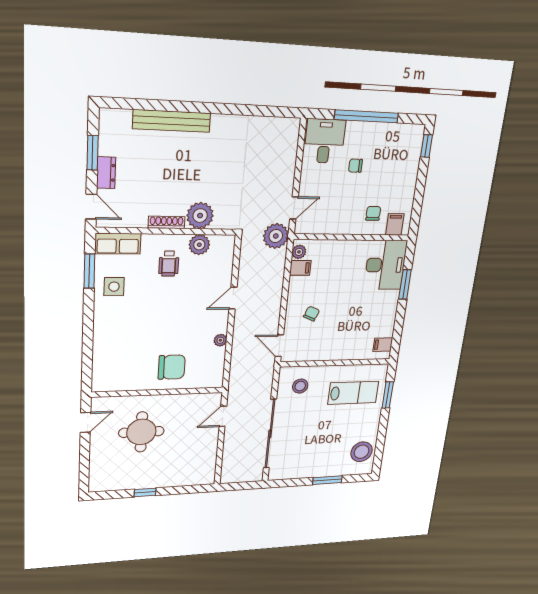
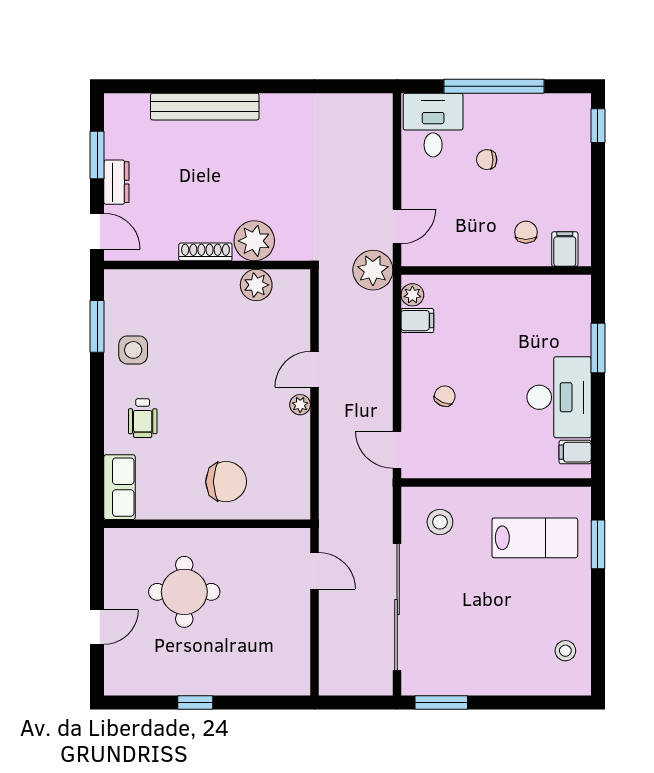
row of seats: (118, 244) -> (120, 487), moved, turned -90
wheelchair: (169, 264) -> (143, 418), moved
desk: (385, 265) -> (559, 397), moved
plant: (220, 340) -> (300, 405), moved
door: (223, 416) -> (314, 571), swing flipped
door: (85, 422) -> (97, 627), moved
stool: (362, 452) -> (565, 651), width x0.53, depth x0.53
window: (327, 480) -> (441, 703), moved

